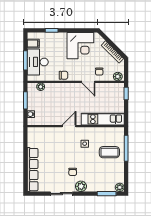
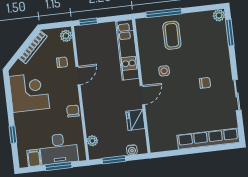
fridge: (52, 119) -> (135, 120), added
door: (69, 126) -> (142, 95), swing flipped
plant: (81, 186) -> (224, 69), removed

